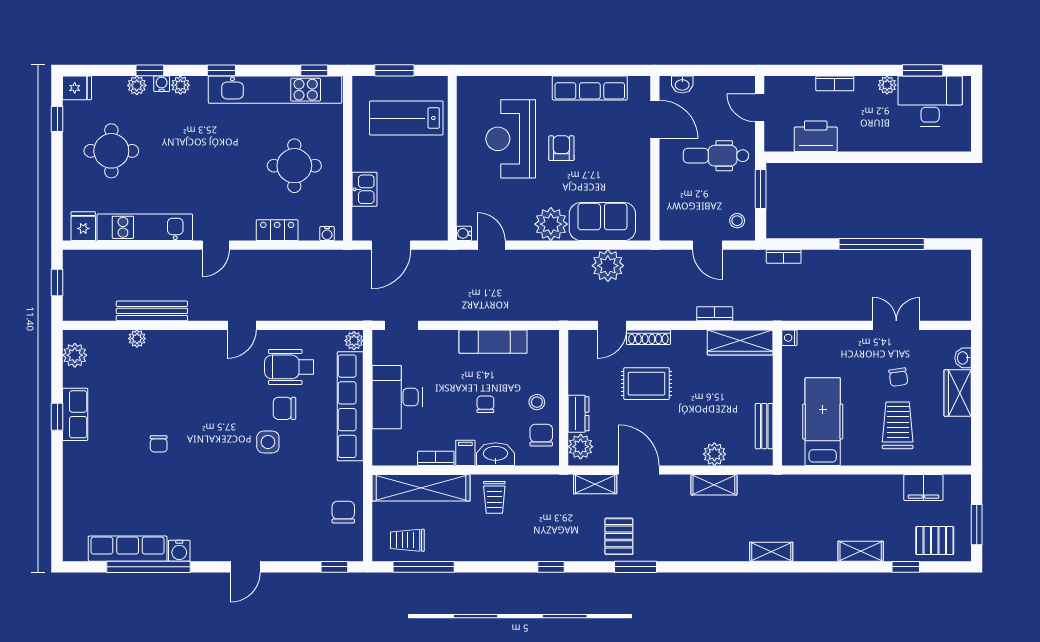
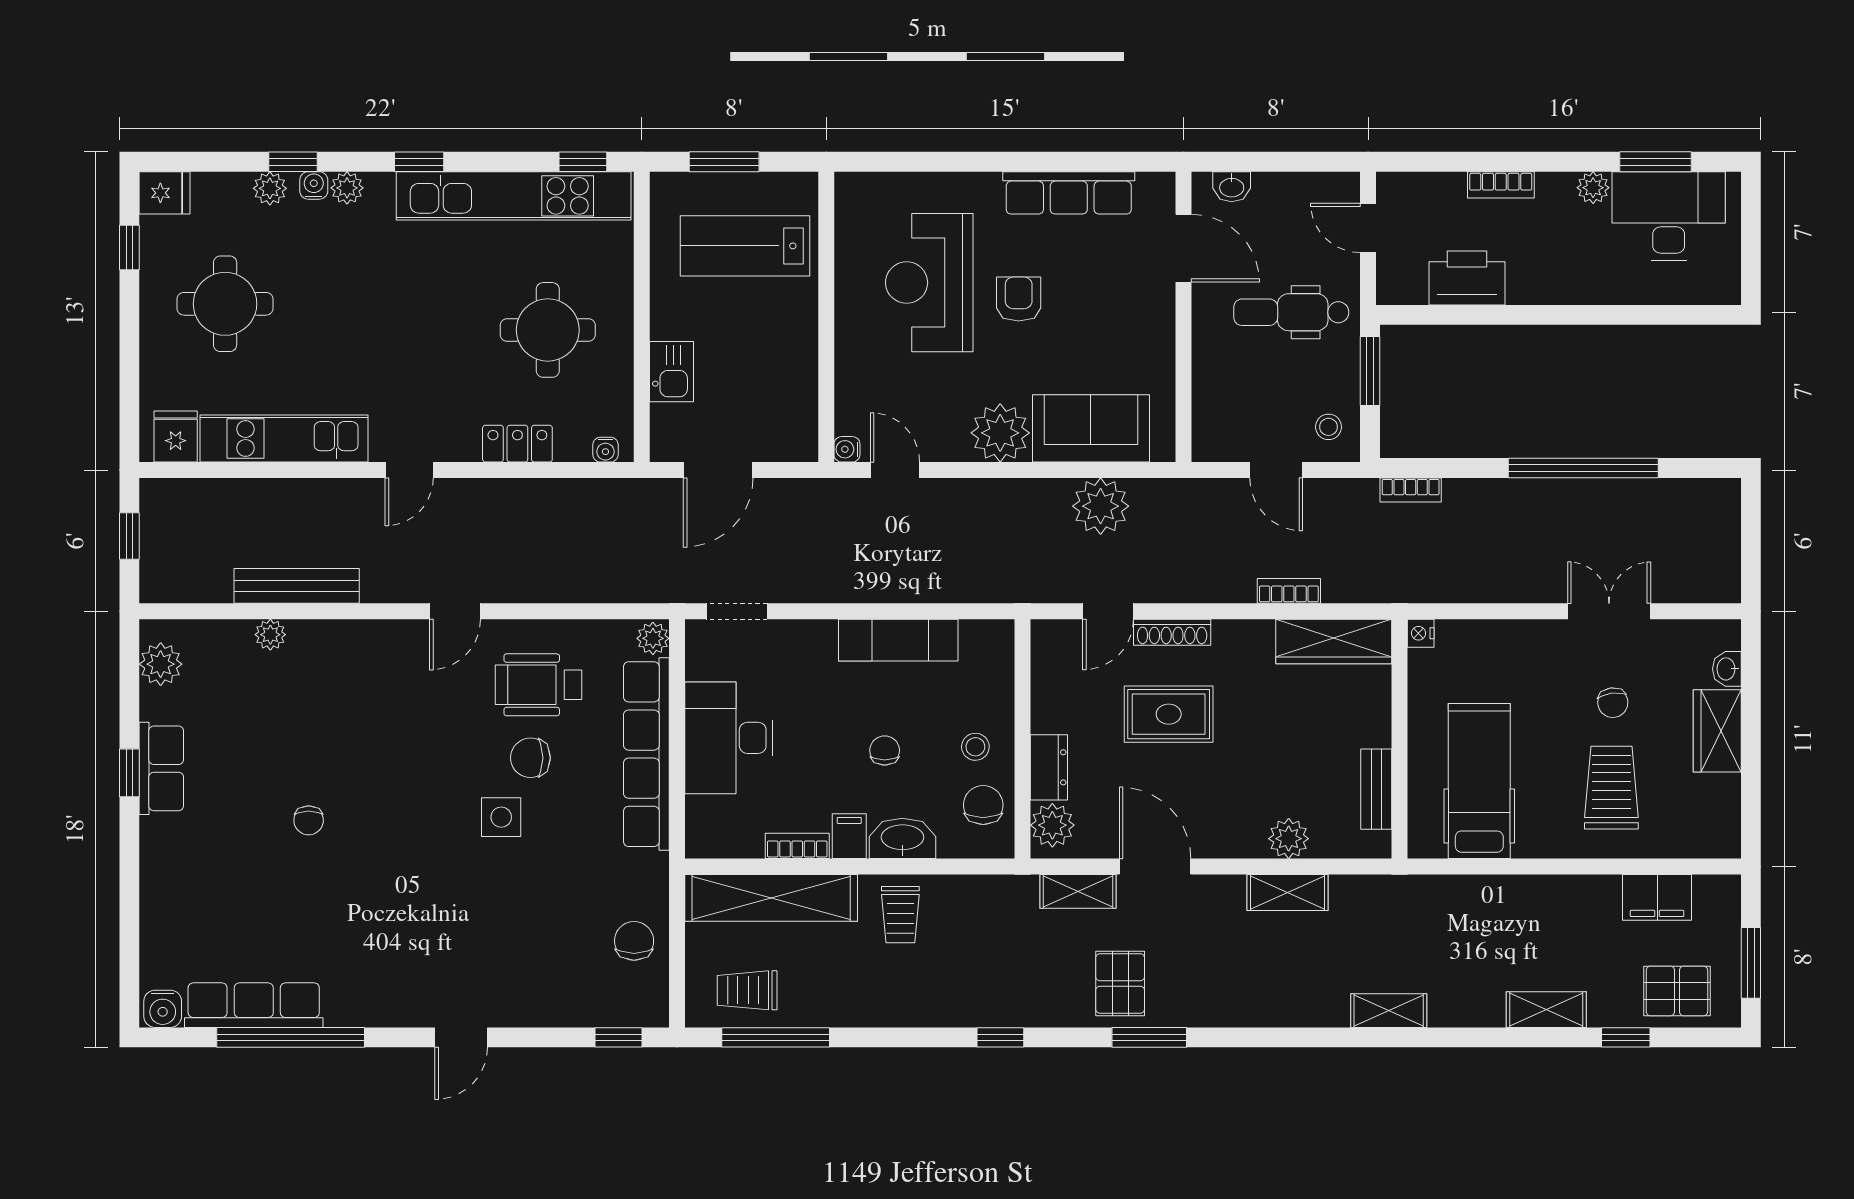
water cooler: (179, 551) -> (163, 1009), moved

